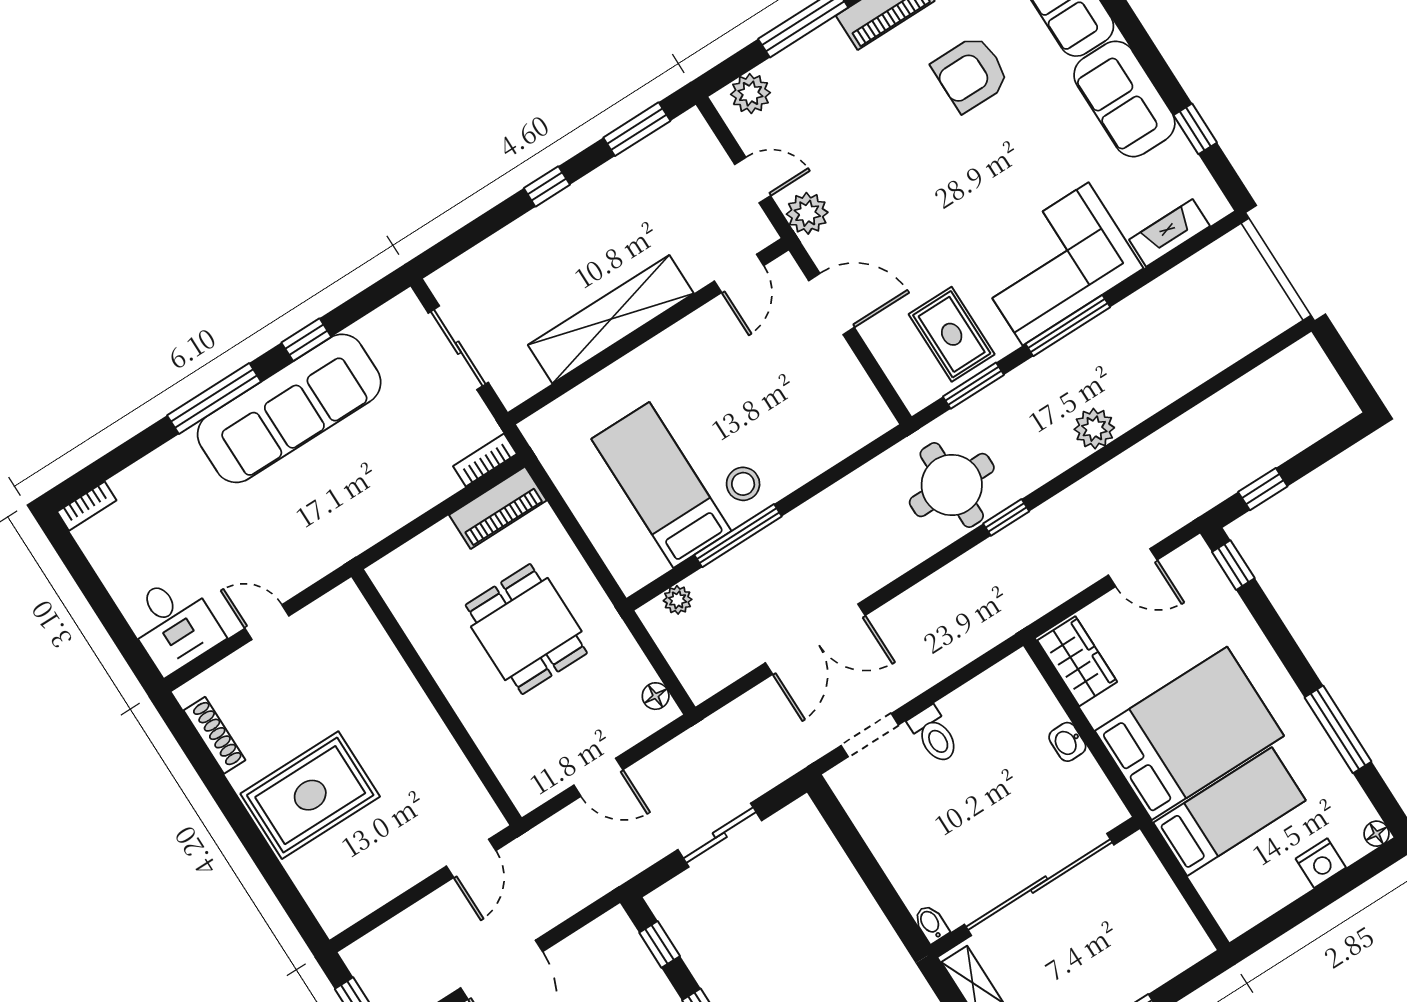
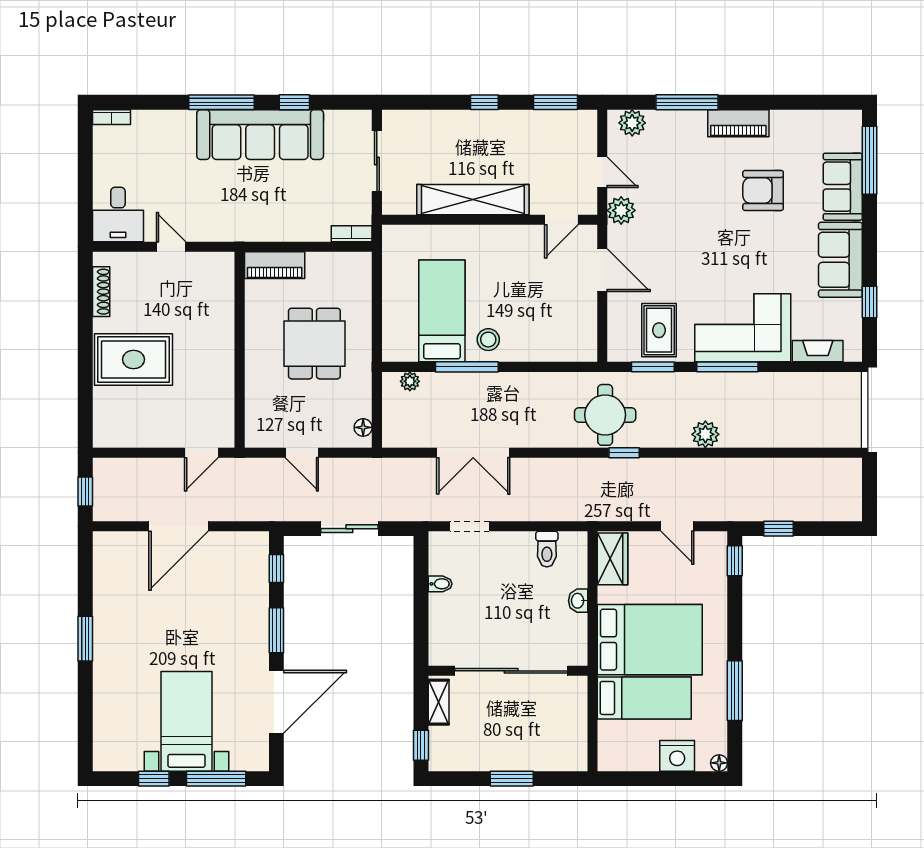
piano: (498, 508) -> (275, 265), moved
toilet: (934, 735) -> (547, 549), moved
nightstand: (1321, 863) -> (677, 756), width x1.36, depth x1.33
bidet: (931, 924) -> (440, 584), moved, turned 90

